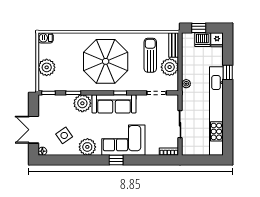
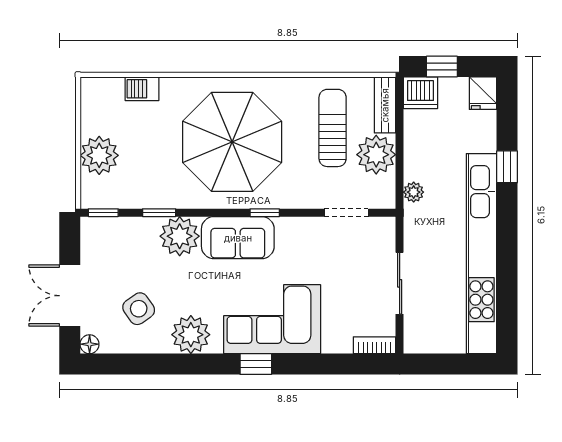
barbecue: (46, 38) -> (142, 89), moved
dishwasher: (202, 40) -> (420, 93), moved
sofa: (114, 104) -> (238, 238), width x0.73

